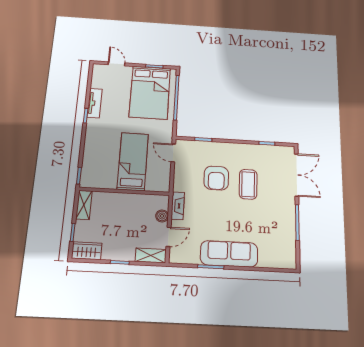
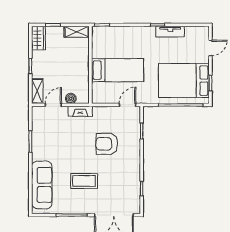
coffee table: (248, 184) -> (84, 181), moved
door: (168, 237) -> (53, 105), swing flipped
sofa: (229, 254) -> (42, 185), moved

